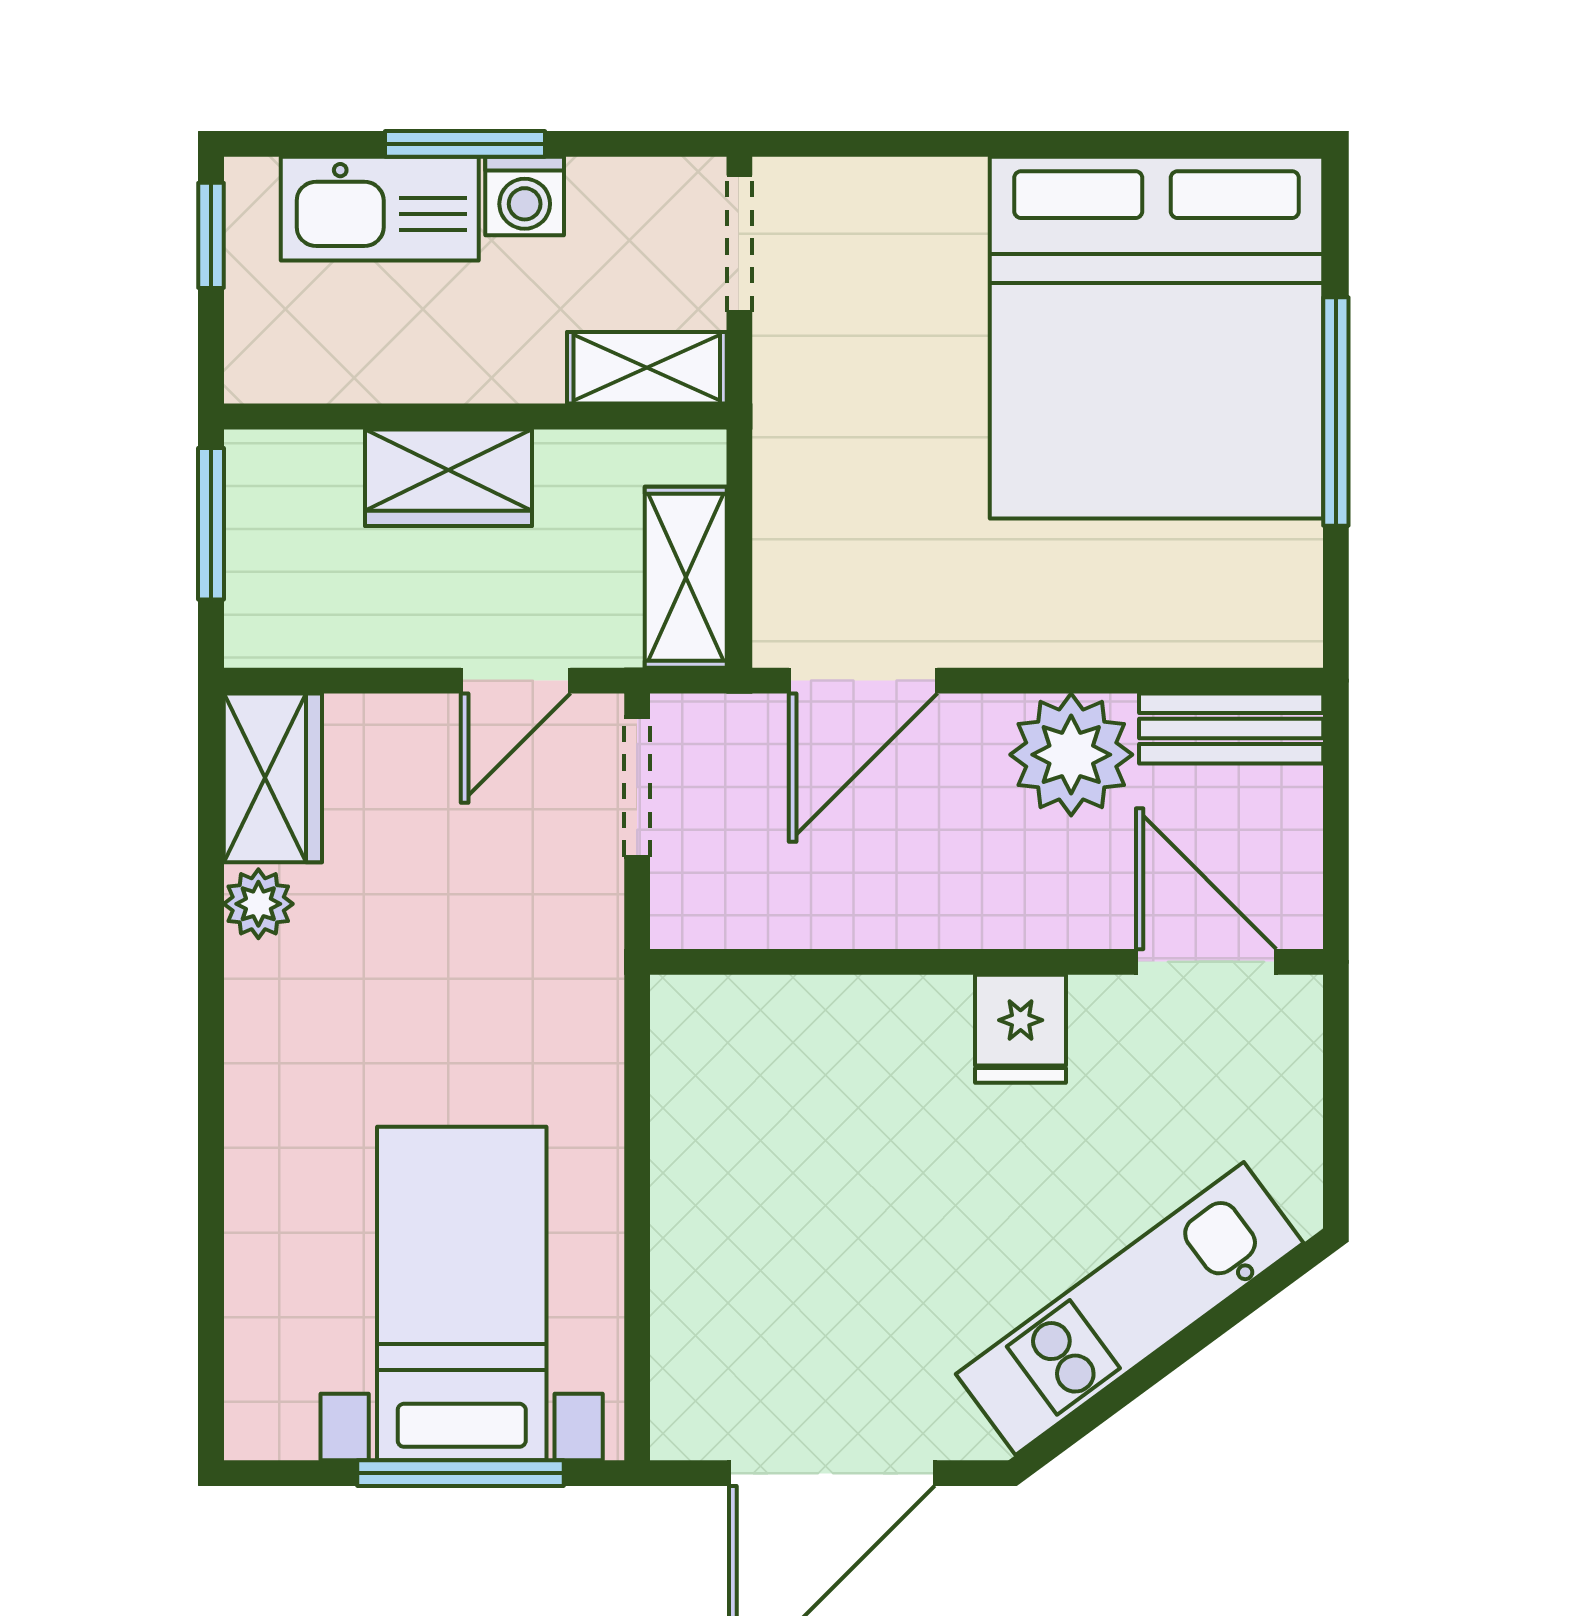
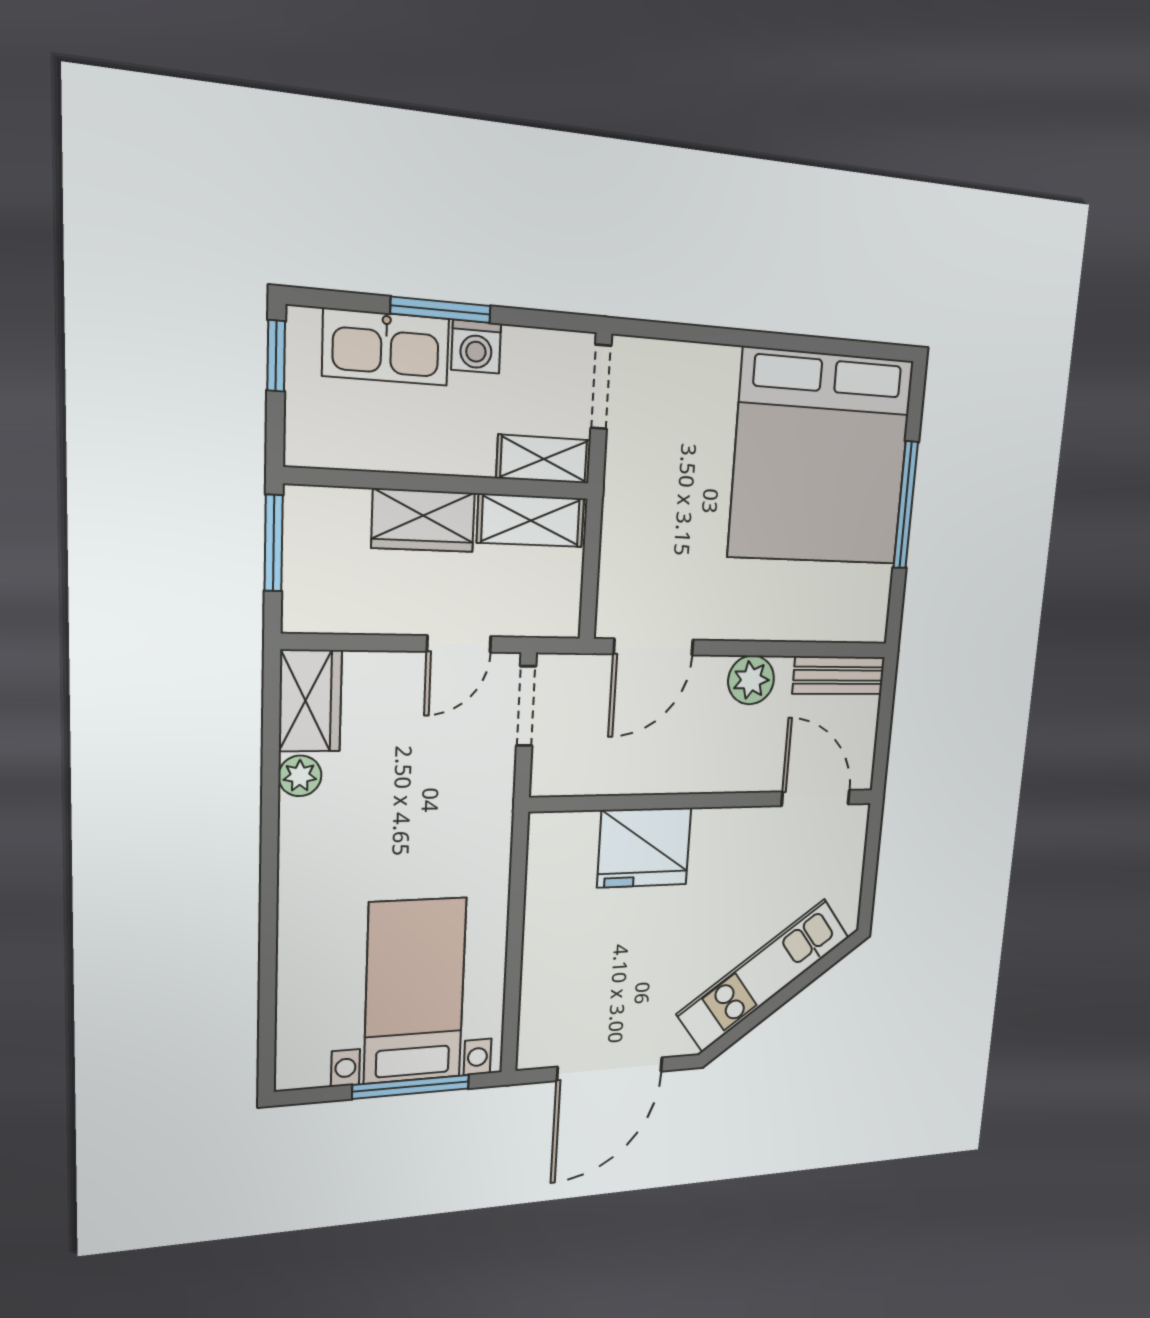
shelving: (686, 577) -> (531, 521), moved, turned 90
plant: (1071, 755) -> (751, 680), width x0.73, depth x0.73
fridge: (1021, 1029) -> (644, 848), moved, width x1.88, depth x1.34

